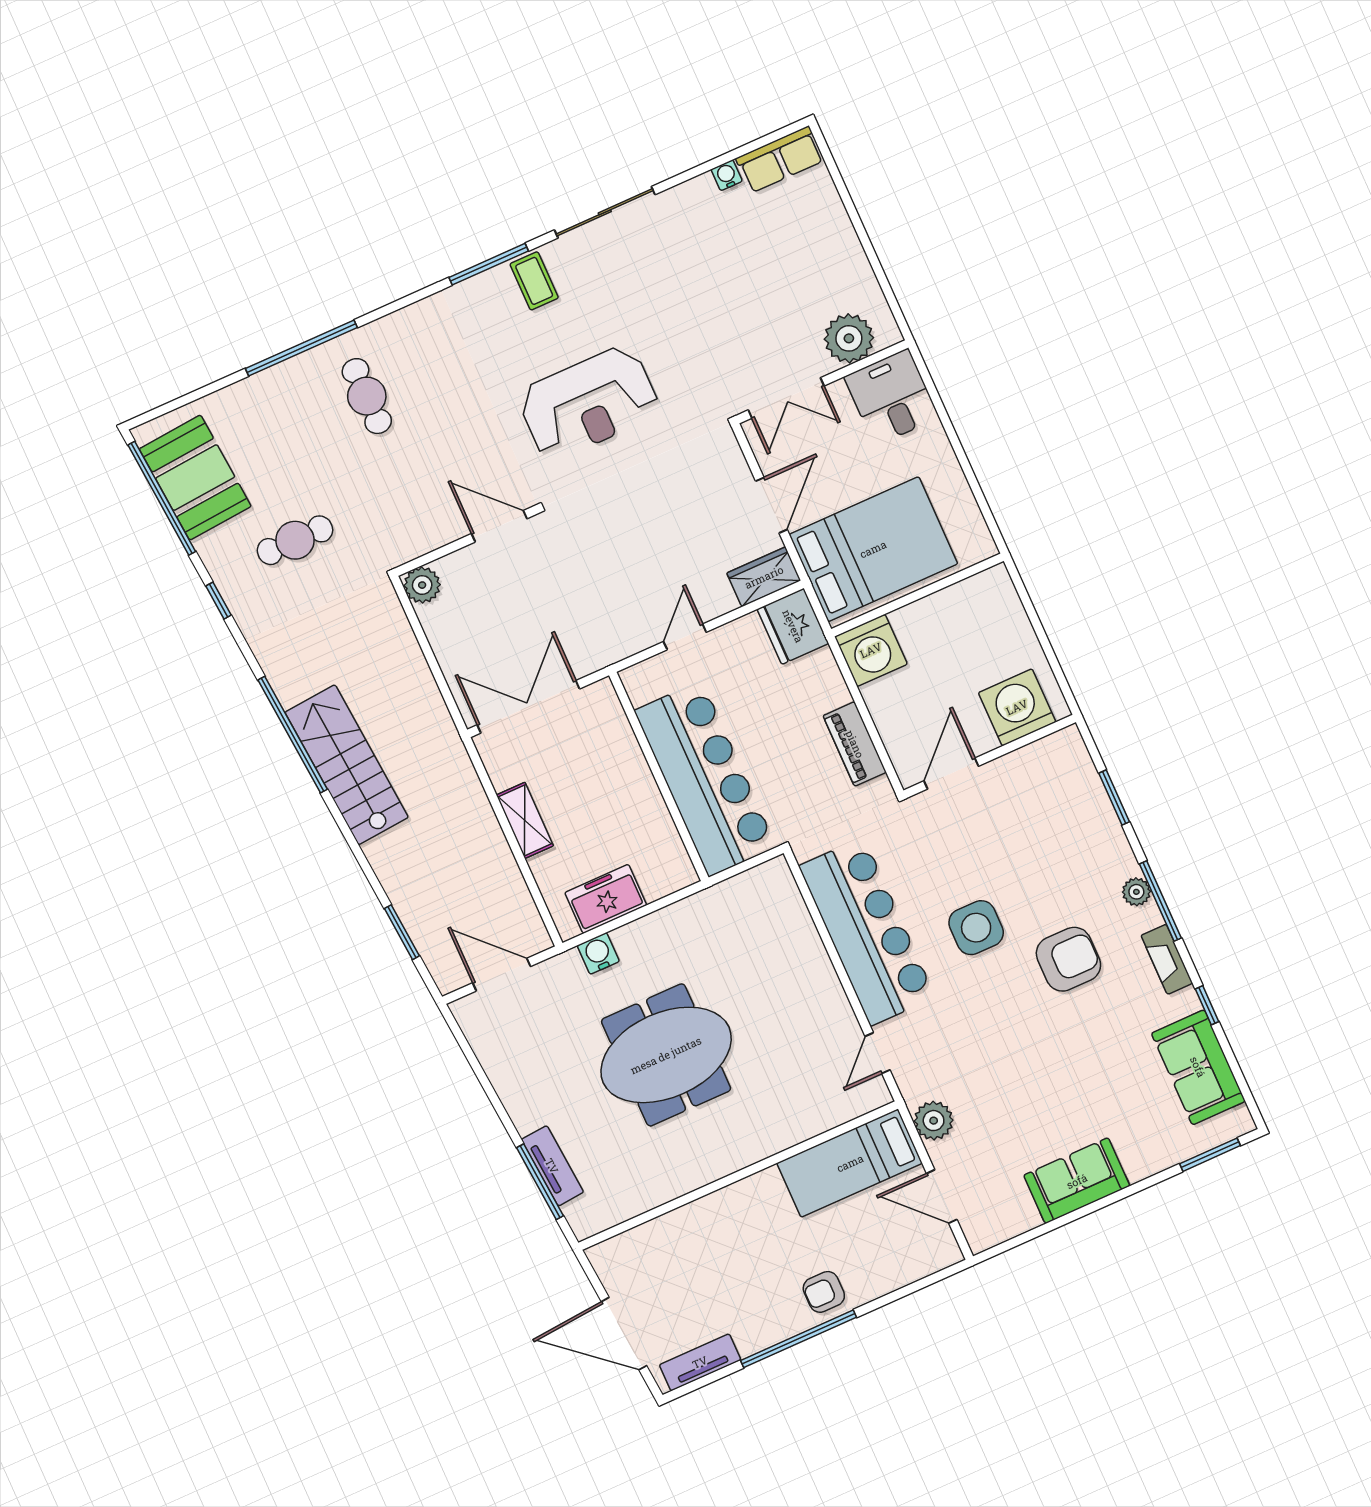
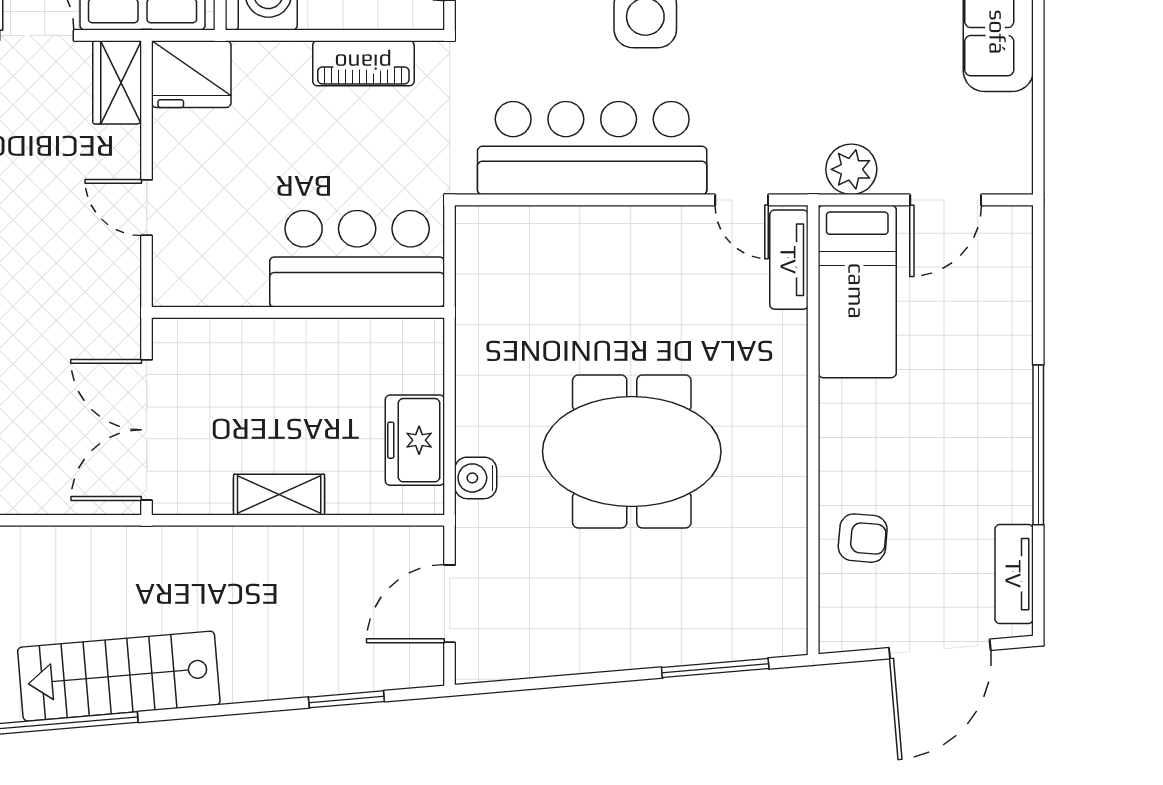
bar counter: (705, 779) -> (357, 259), width x0.73
meeting table: (666, 1055) -> (632, 451), turned 90
tv unit: (552, 1166) -> (789, 260), moved, turned -85
armchair: (824, 1292) -> (863, 538), moved, turned -85

